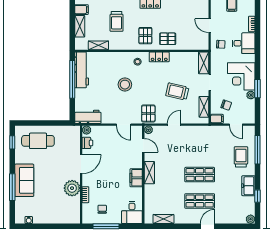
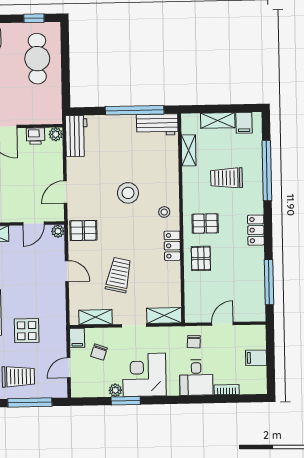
workbench: (82, 70) -> (157, 125), width x0.73
display table: (212, 151) -> (27, 331), added

